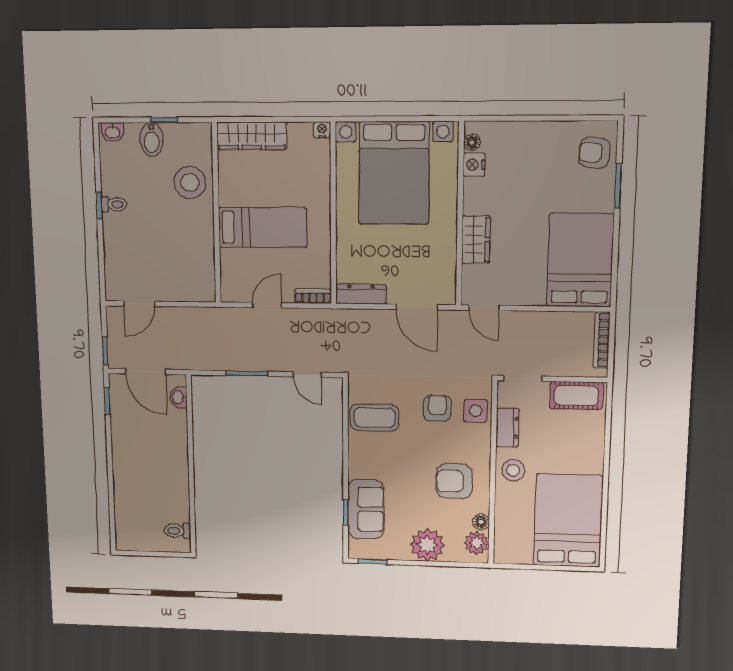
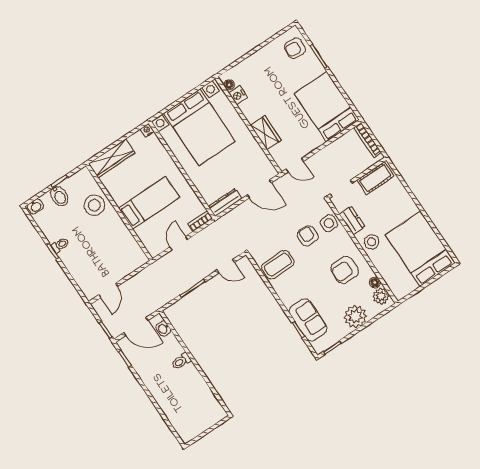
toilet: (177, 531) -> (181, 361), moved

